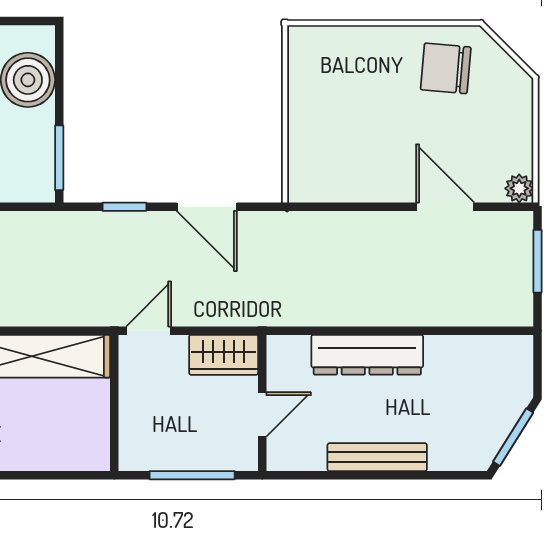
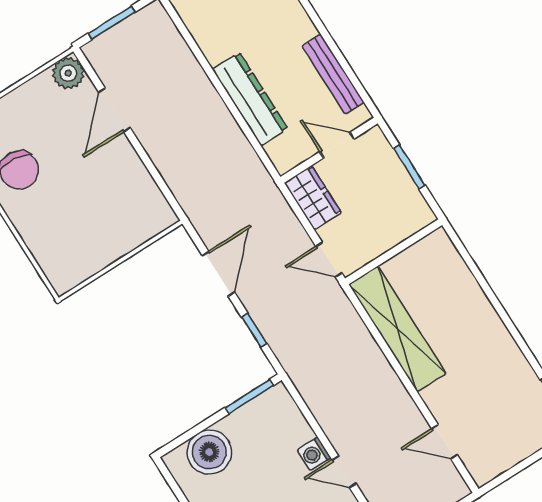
plant: (519, 188) -> (68, 73), width x1.38, depth x1.38
bench: (377, 457) -> (333, 74), moved
window: (192, 475) -> (409, 167), width x0.69

